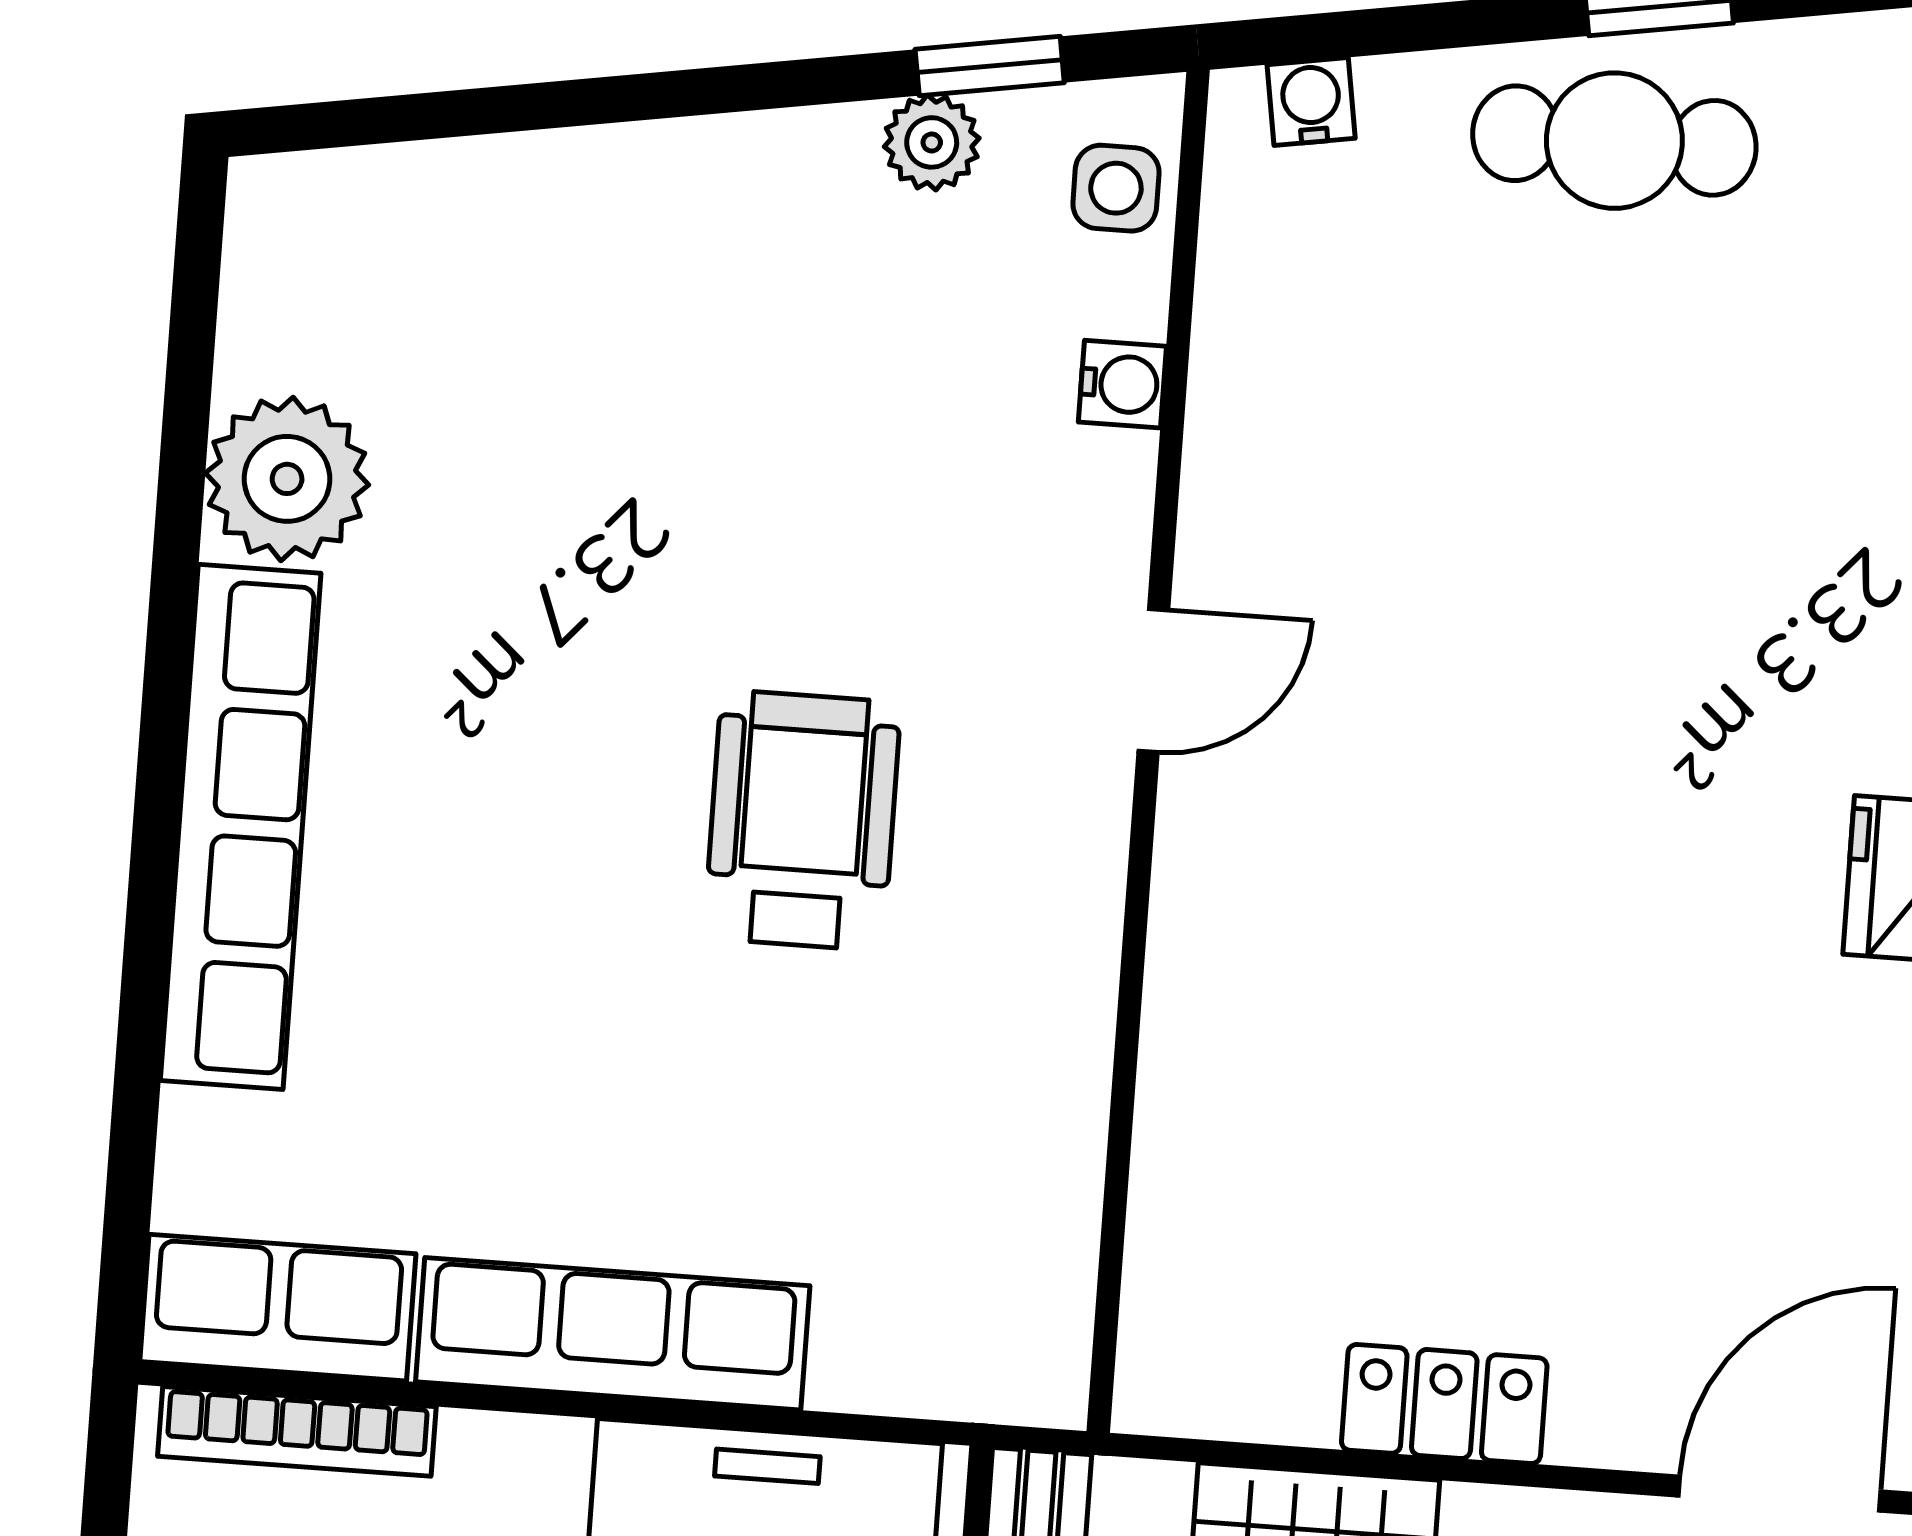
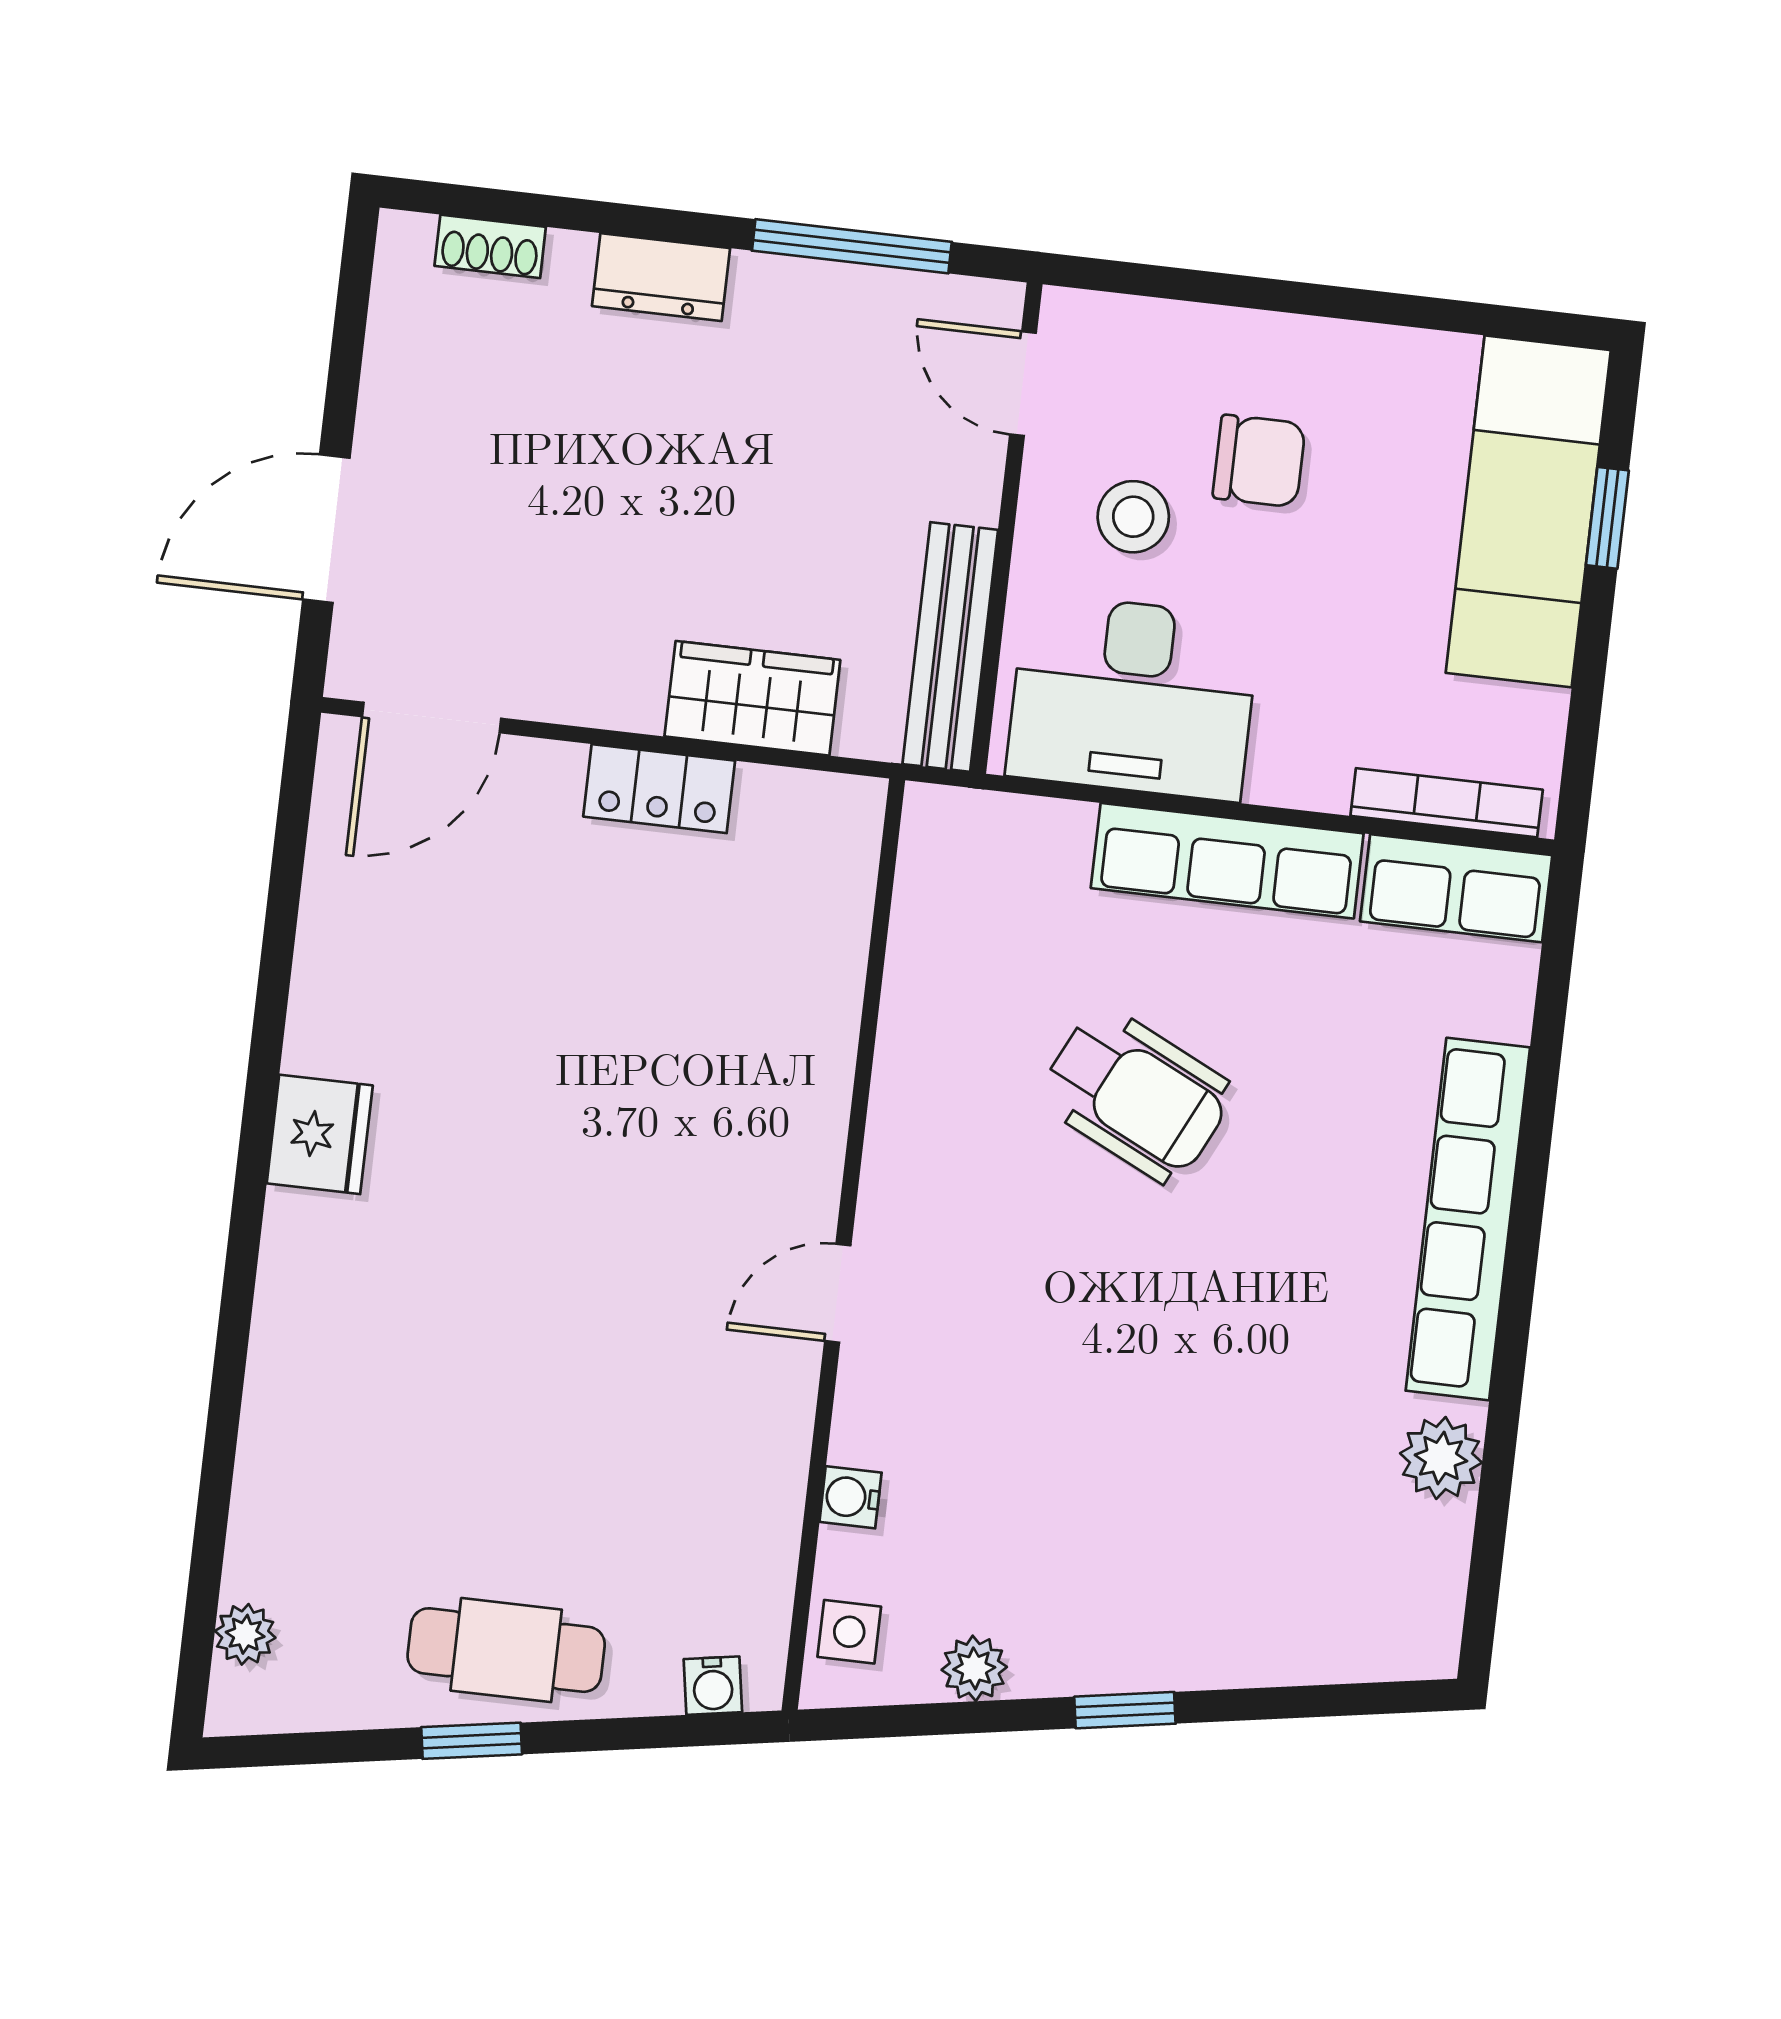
window: (990, 66) -> (1125, 1710), moved
plant: (287, 479) -> (1441, 1458), width x0.73, depth x0.73
wheelchair: (802, 820) -> (1136, 1095), moved, turned -64

